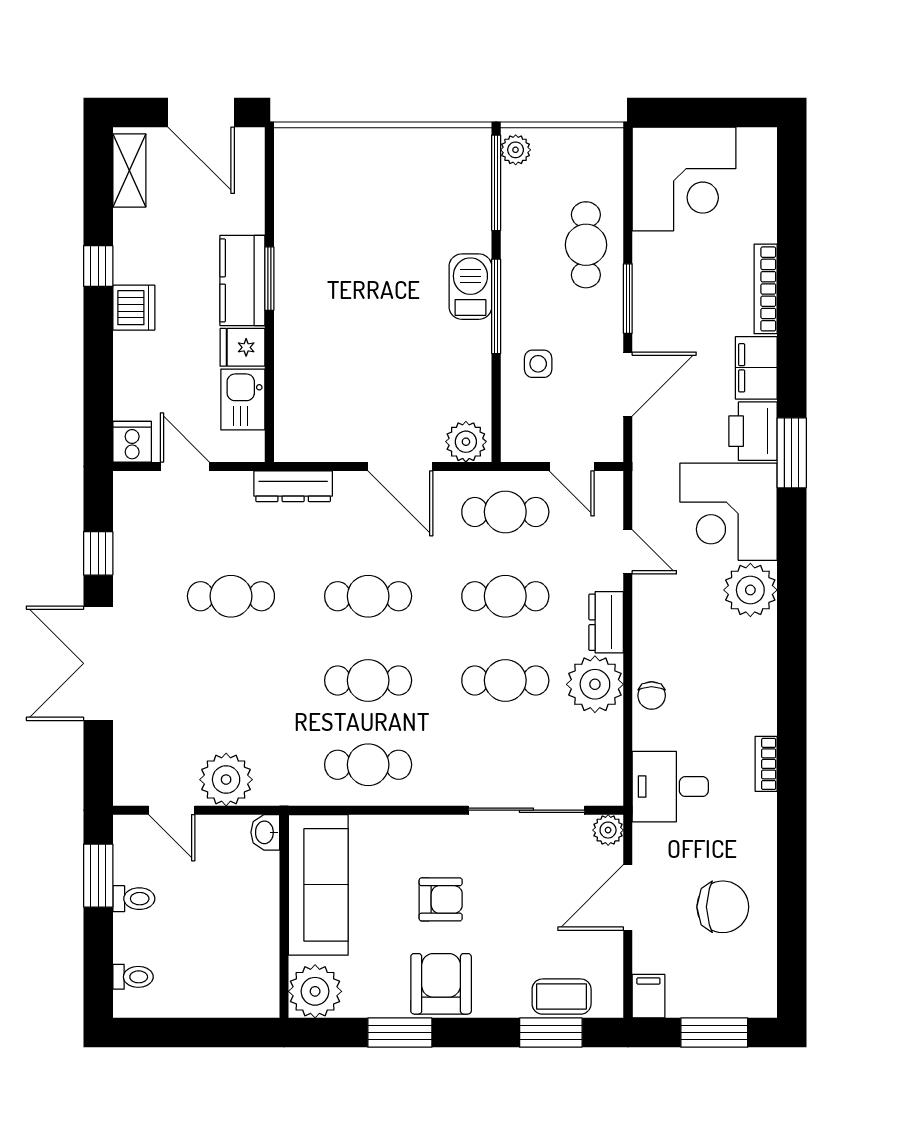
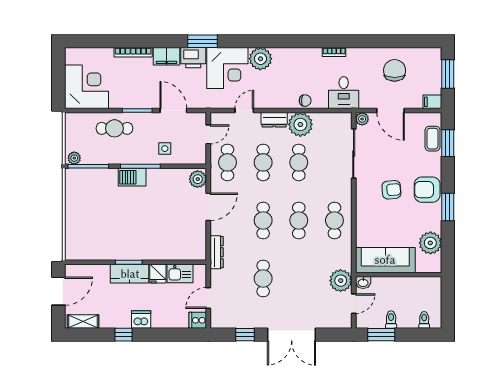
washbasin: (265, 832) -> (363, 283), moved
sofa: (318, 885) -> (385, 260), moved
armchair: (441, 899) -> (391, 190), turned 85
wall: (284, 916) -> (399, 275), moved

